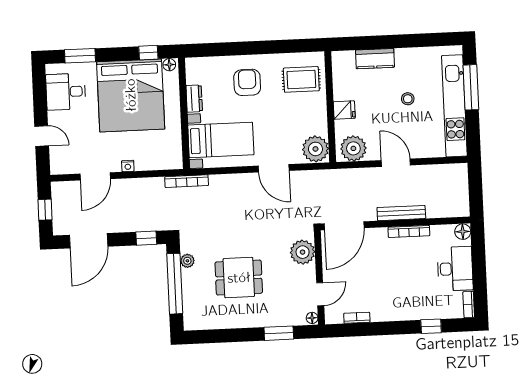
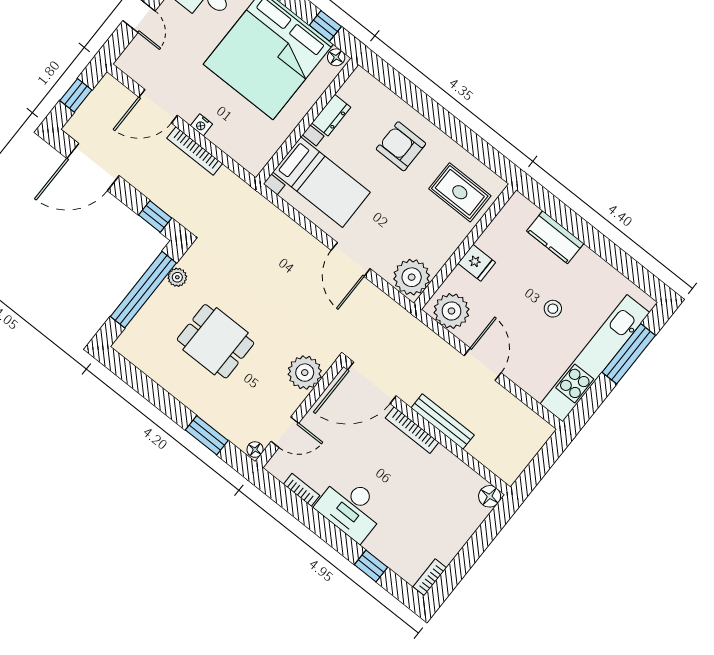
armchair: (247, 82) -> (401, 146), turned -90
bookcase: (187, 181) -> (195, 151), moved
bookcase: (409, 231) -> (412, 430), moved
desk: (455, 269) -> (351, 508), moved, turned 90

